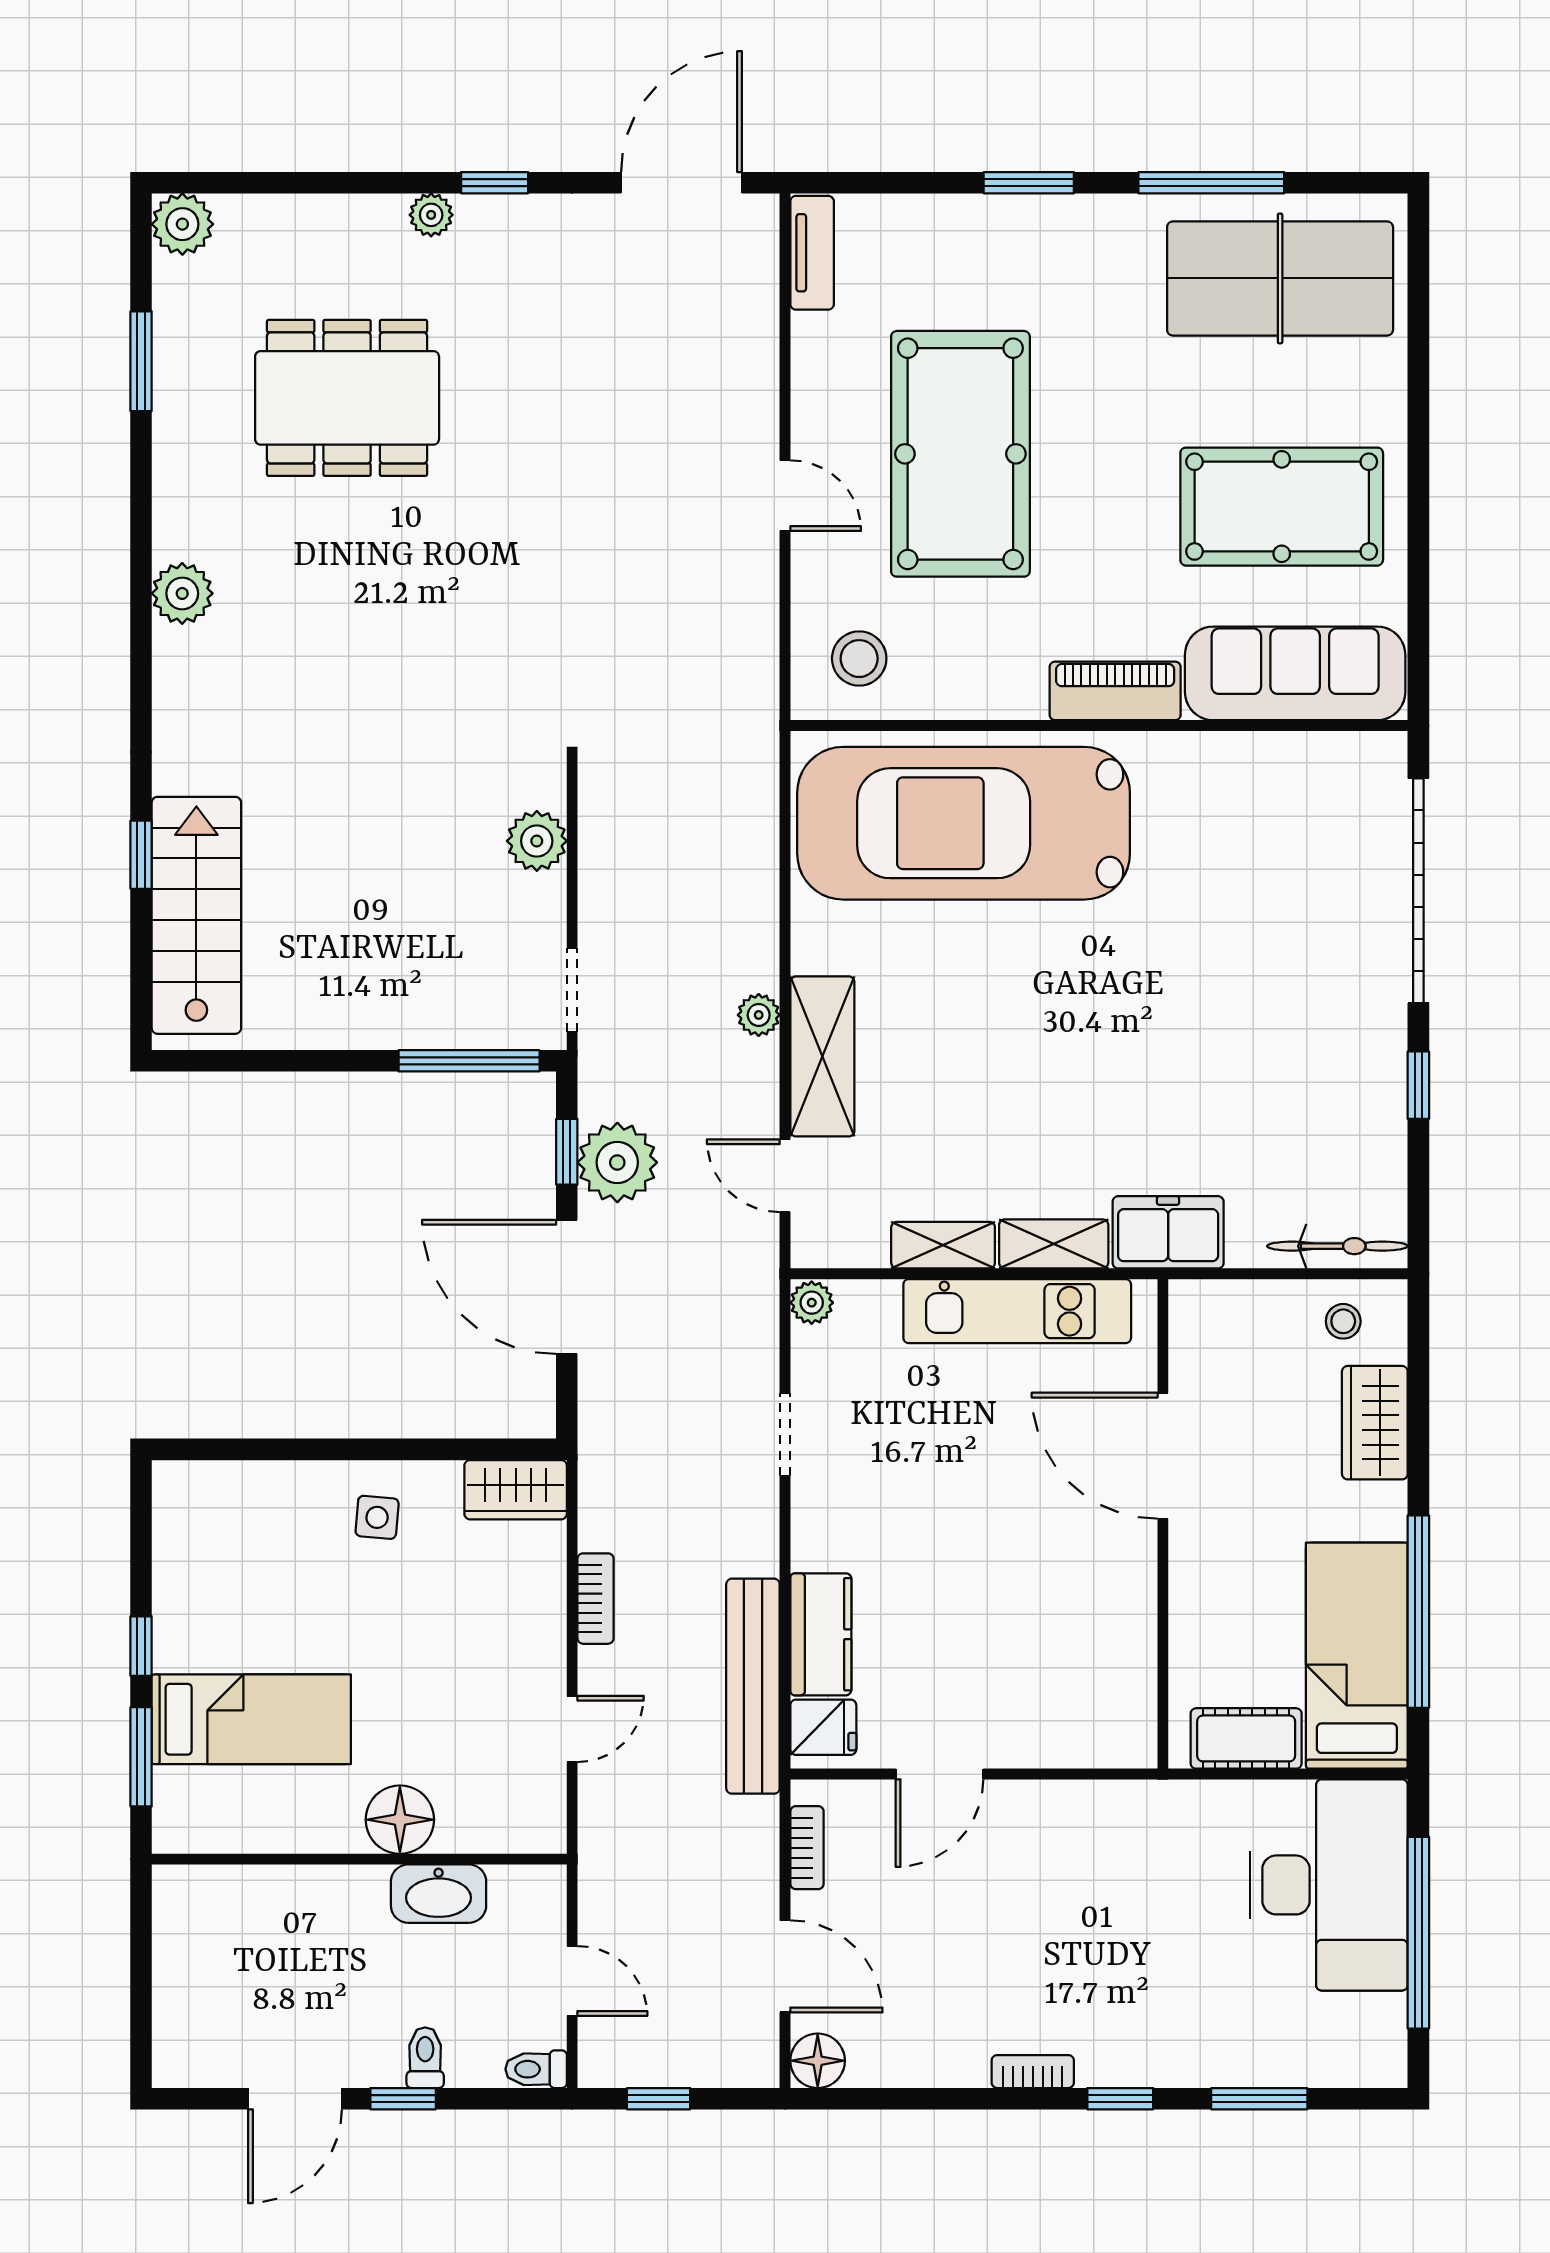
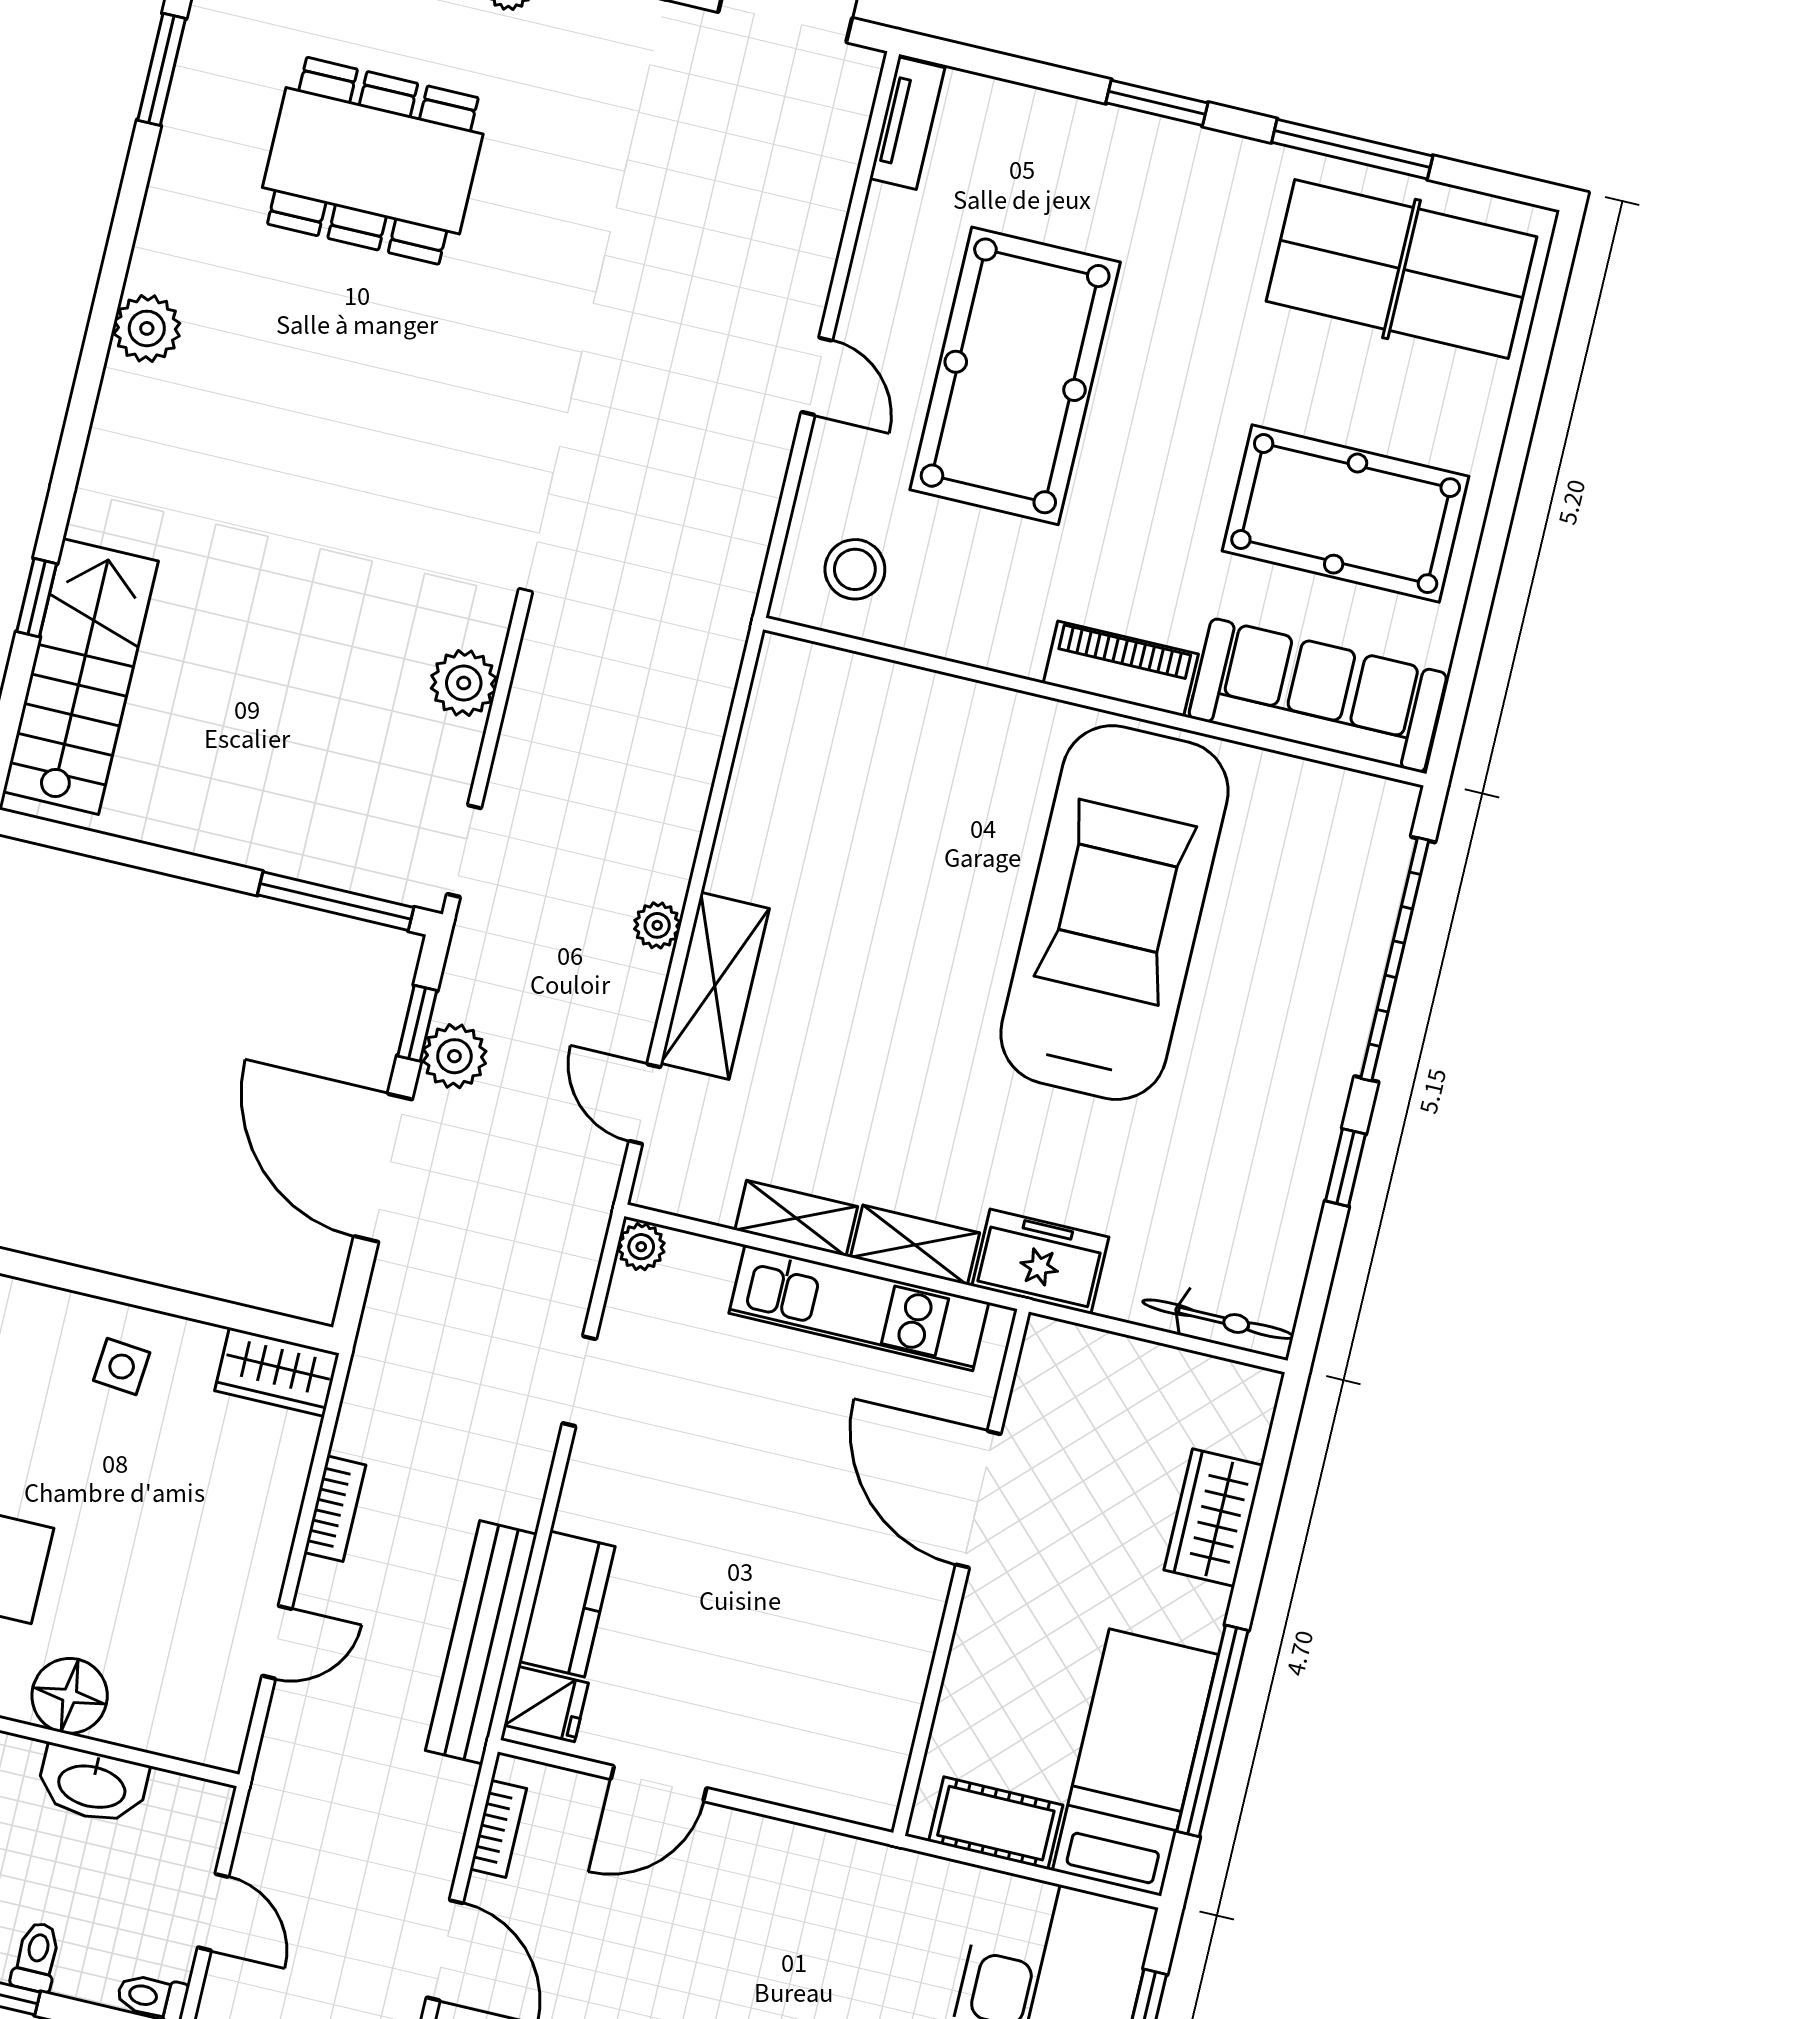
car: (964, 823) -> (1114, 913), moved, turned 90
plant: (617, 1162) -> (454, 1056), width x0.73, depth x0.73
stool: (1343, 1321) -> (1205, 1401), removed

